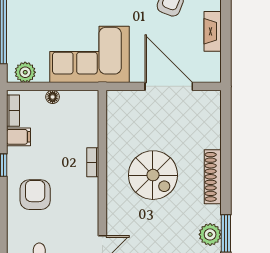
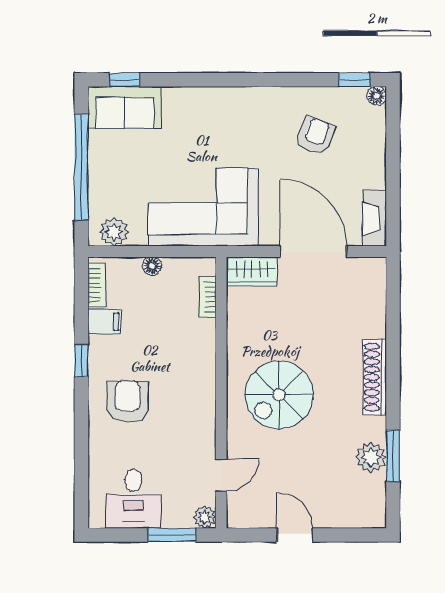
fireplace: (213, 31) -> (374, 218), moved
wardrobe: (125, 101) -> (252, 271), added
bookcase: (93, 162) -> (208, 297), moved
spiral stairs: (153, 175) -> (279, 395), moved, turned 90

